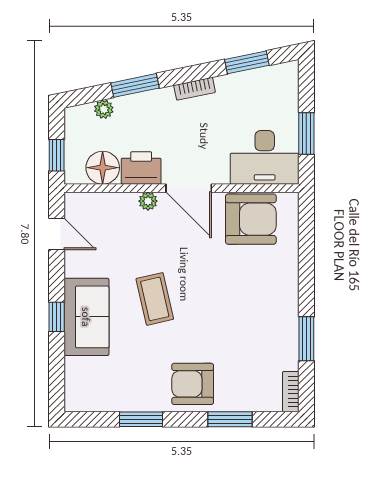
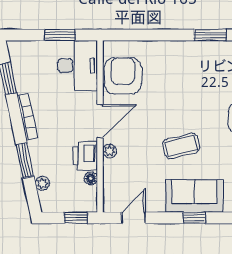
bookcase: (195, 89) -> (27, 117), width x1.56
floor lamp: (103, 168) -> (91, 178), width x0.53, depth x0.53

